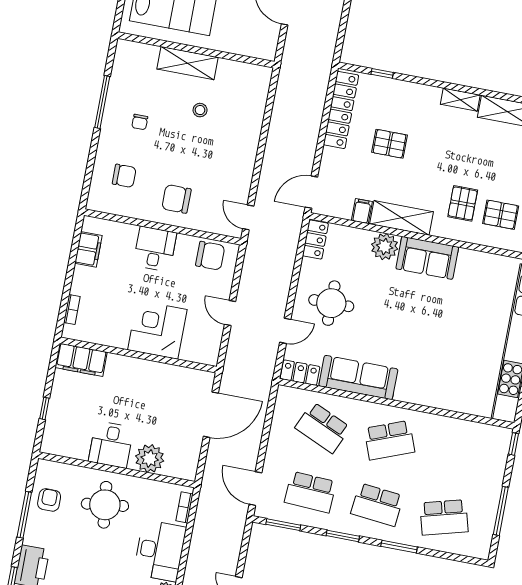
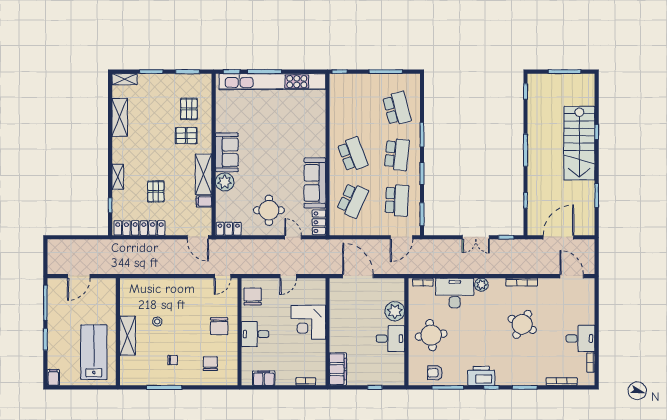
shelving: (460, 100) -> (118, 177), moved

